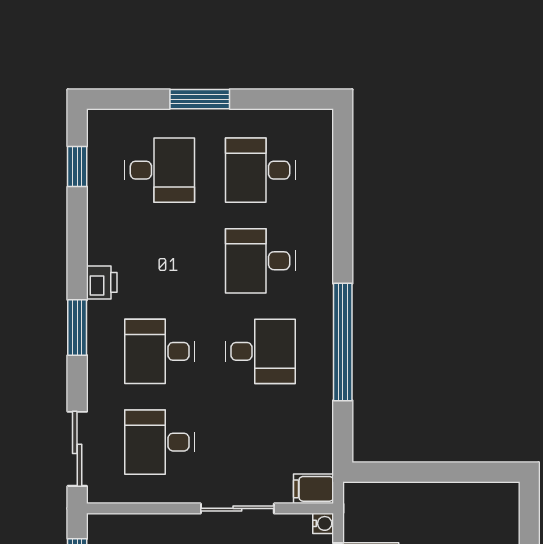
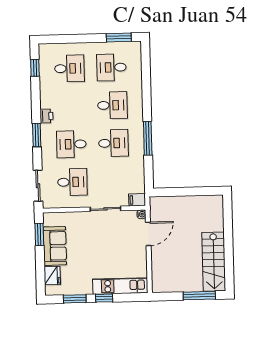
window: (200, 99) -> (119, 37), moved
desk: (260, 261) -> (112, 105), turned 180
window: (343, 342) -> (148, 138), width x0.68
desk: (160, 442) -> (72, 182), turned 180

